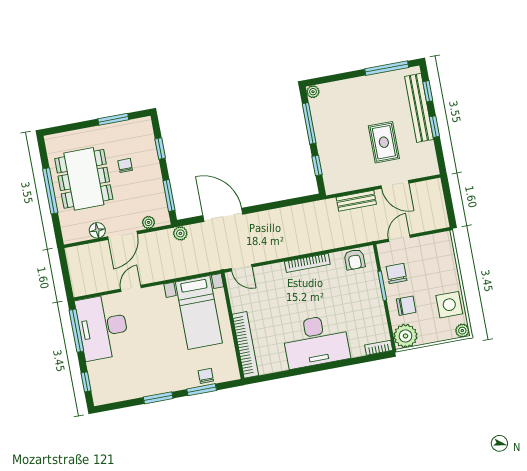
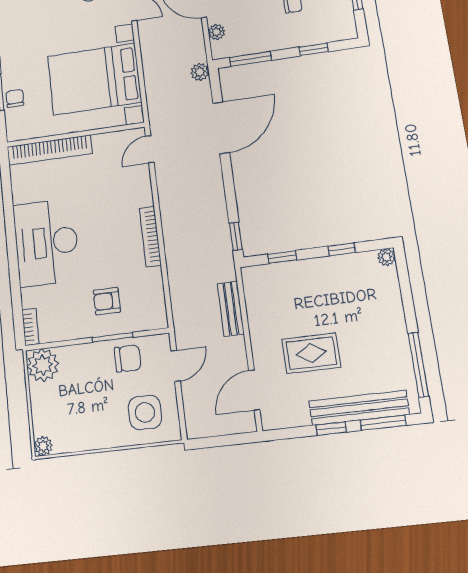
window: (428, 91) -> (383, 423), width x1.50
window: (309, 123) -> (342, 249), width x0.46
door: (395, 184) -> (254, 390), moved
window: (304, 200) -> (236, 236), added
door: (399, 238) -> (176, 366), hinge flipped
armchair: (355, 260) -> (107, 301), moved
side table: (449, 305) -> (145, 412), moved
chair: (406, 306) -> (83, 369), removed
bed with nightstands: (199, 312) -> (94, 79), width x1.36
chair: (206, 376) -> (15, 98), turned -90

